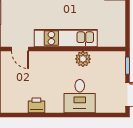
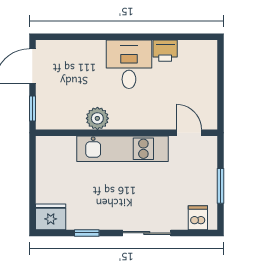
desk: (80, 96) -> (129, 64), moved

